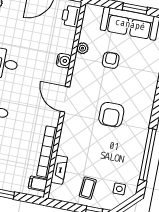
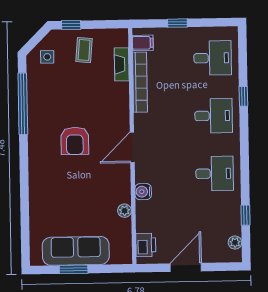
armchair: (111, 60) -> (89, 204), removed
door: (65, 99) -> (132, 147), swing flipped
armchair: (111, 115) -> (75, 141), turned 180

